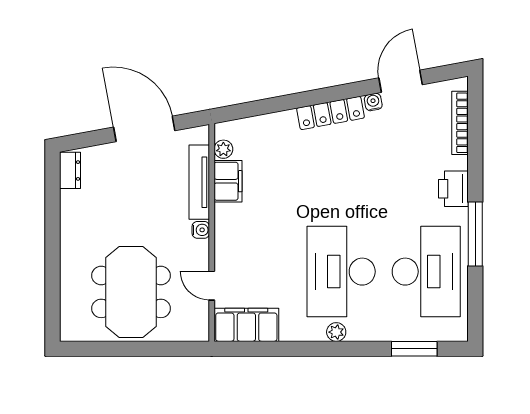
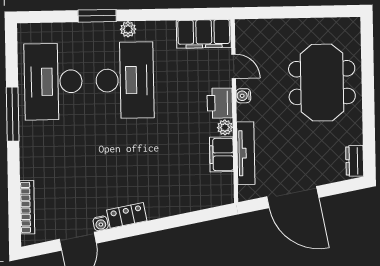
locker: (330, 113) -> (127, 215), width x0.66
plant: (223, 149) -> (225, 127), moved
printer: (453, 189) -> (220, 103), moved, turned 180
water cooler: (201, 230) -> (243, 96), moved
meeting table: (131, 292) -> (322, 83), moved
window: (414, 349) -> (97, 16), moved

